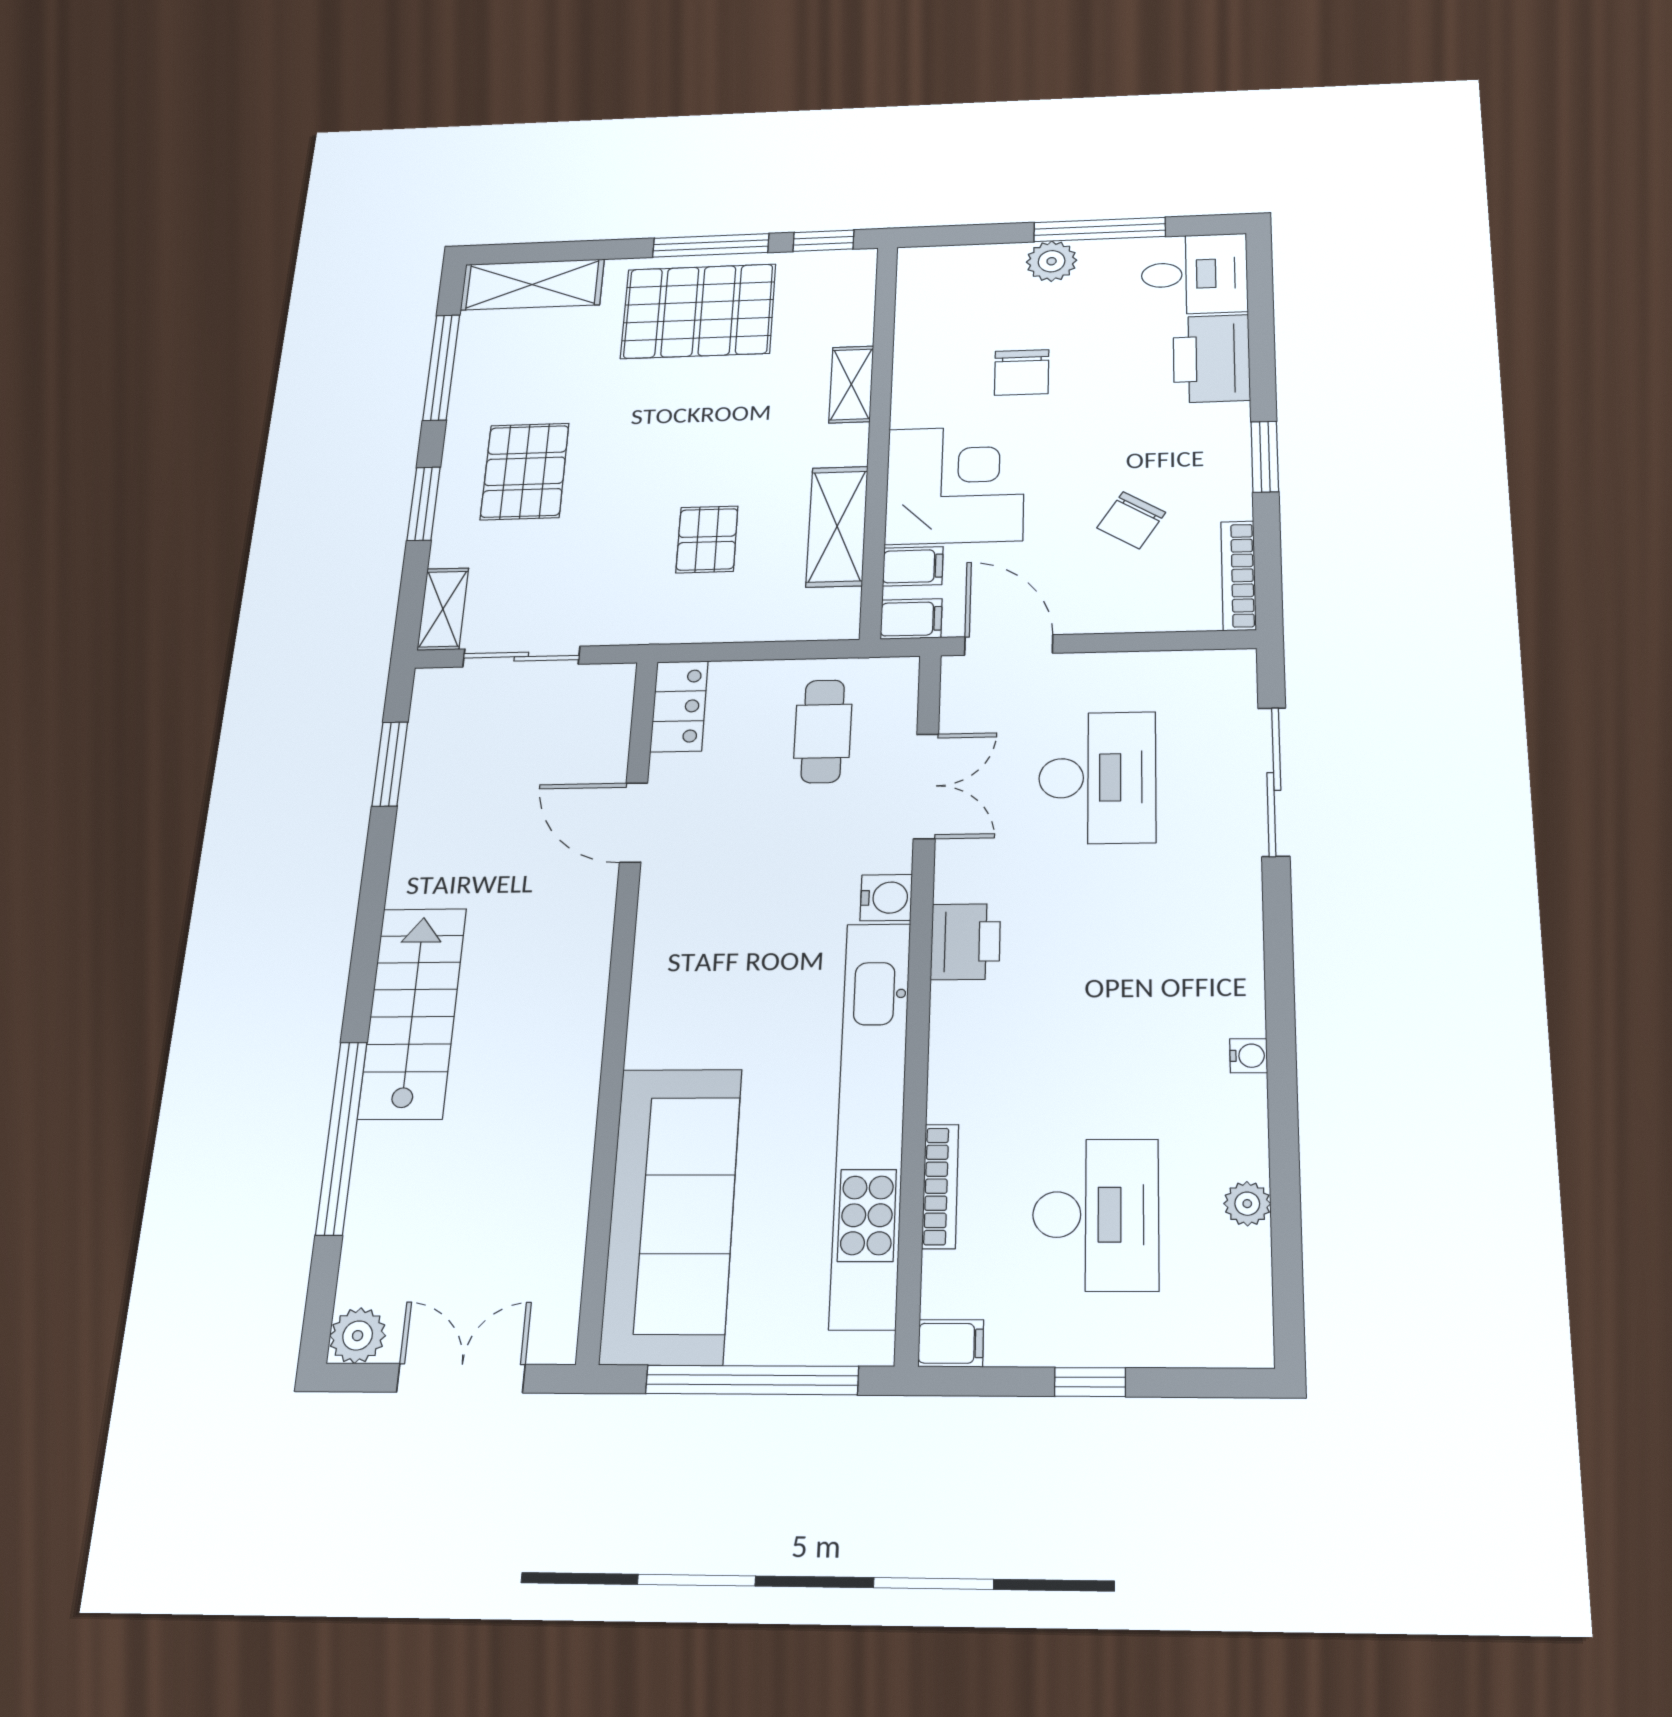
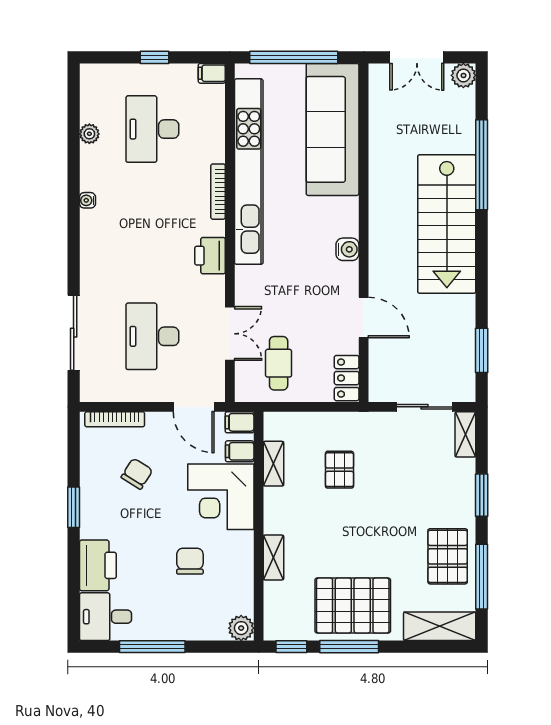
plant: (1052, 261) -> (241, 628), moved
pallet: (525, 471) -> (448, 556), moved
shelving: (837, 526) -> (273, 464), width x0.67, depth x0.75
bookcase: (1239, 576) -> (115, 419), moved, turned 90
double door: (926, 786) -> (230, 334), swing flipped
water cooler: (886, 898) -> (347, 249), moved, turned 180
stairs: (413, 1013) -> (447, 224), width x1.36, depth x1.51
bookcase: (940, 1186) -> (218, 192), moved

